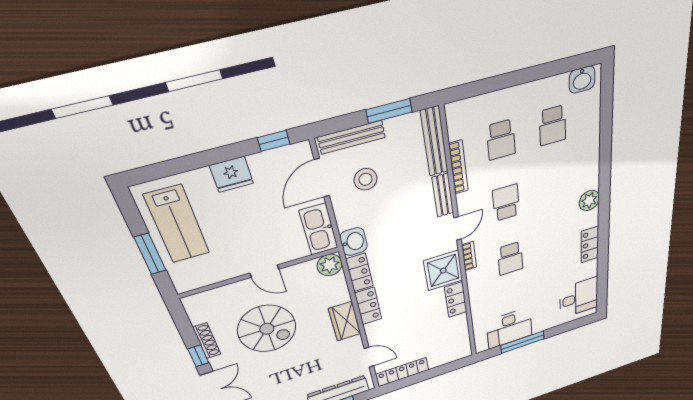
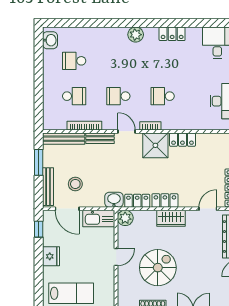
school desk: (553, 125) -> (74, 61), turned 180
school desk: (510, 258) -> (163, 96), turned 180

